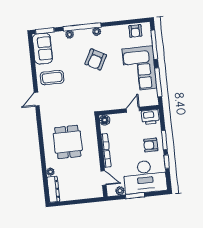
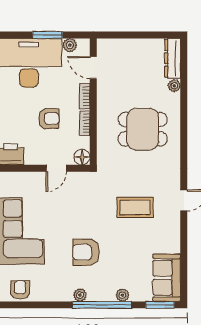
armchair: (96, 59) -> (86, 252), turned -118
coffee table: (52, 78) -> (135, 207), moved
door: (133, 110) -> (56, 168), moved
dining table: (68, 142) -> (143, 129), turned 90
armchair: (151, 145) -> (49, 119), moved

